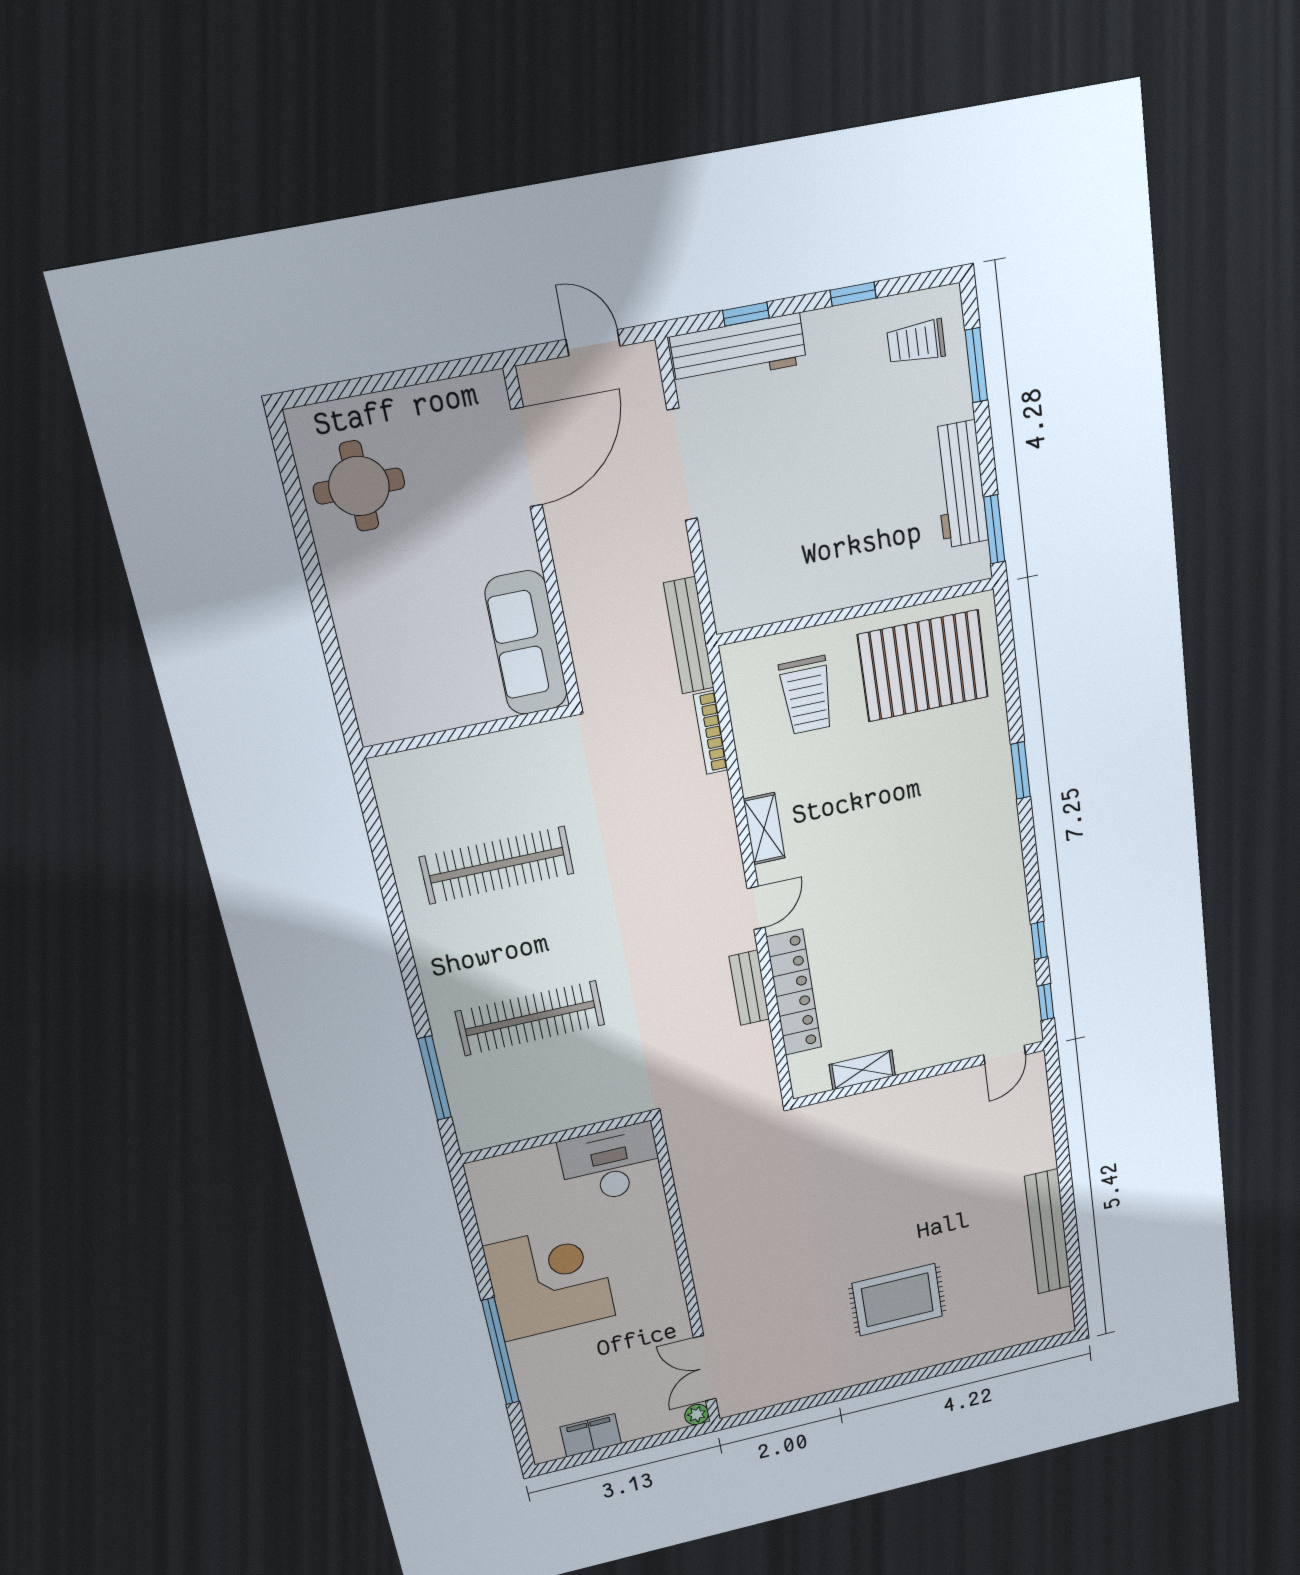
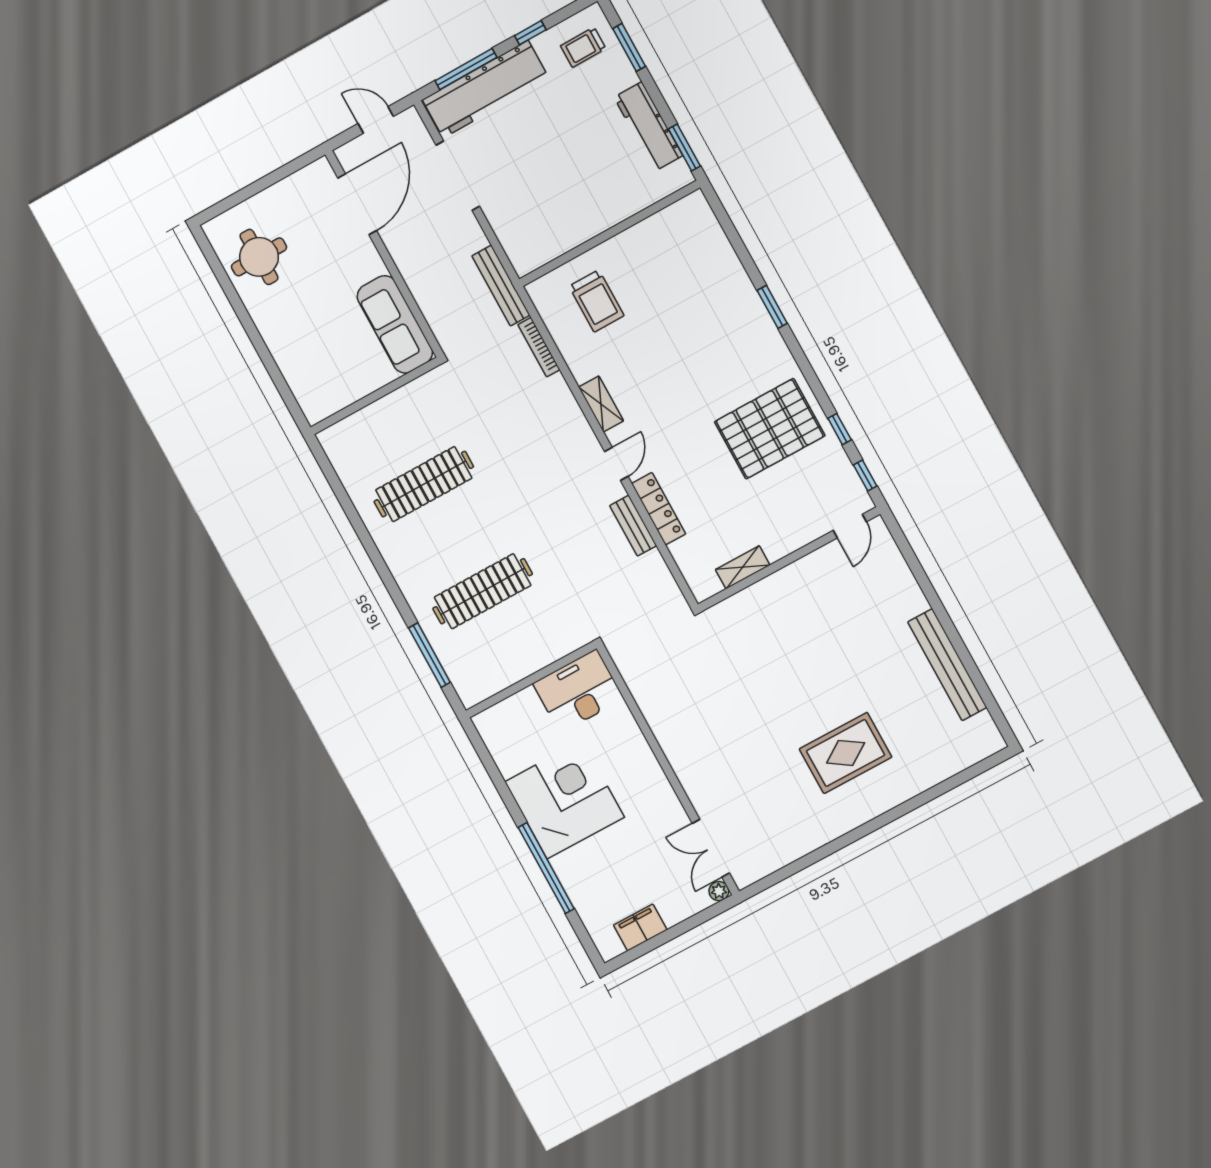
window: (746, 314) -> (466, 69), width x2.17
workbench: (738, 350) -> (486, 89), width x1.36, depth x1.32
pallet: (923, 666) -> (770, 429), moved
locker: (794, 993) -> (659, 509), width x0.71, depth x0.83

